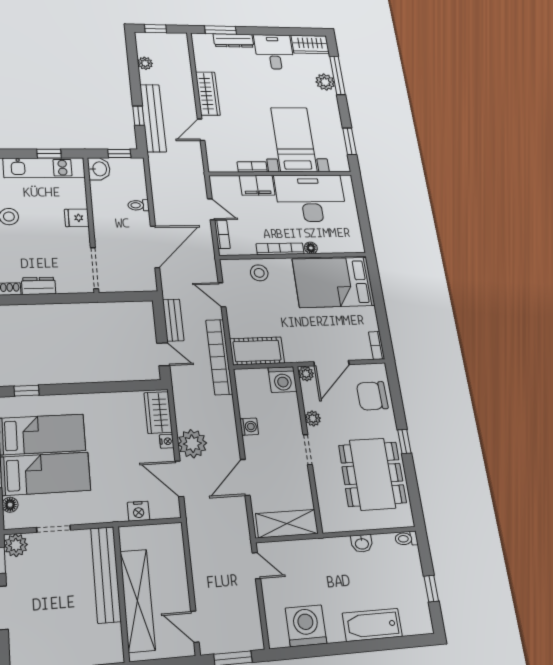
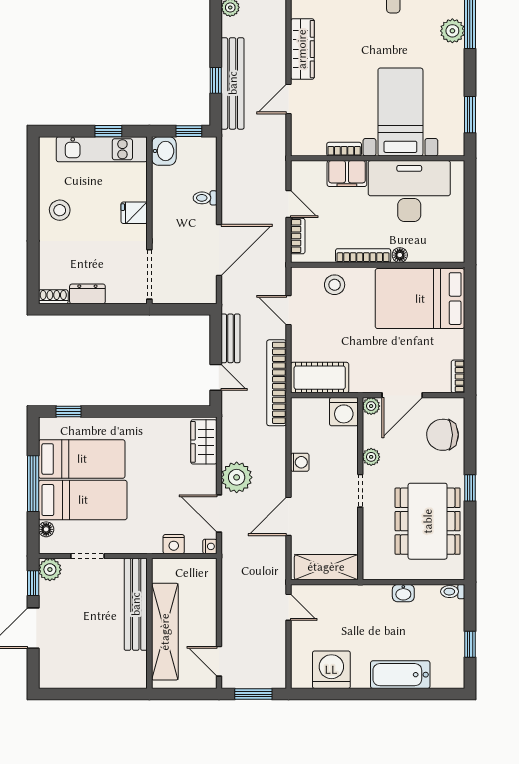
nightstand: (167, 441) -> (210, 546), moved

